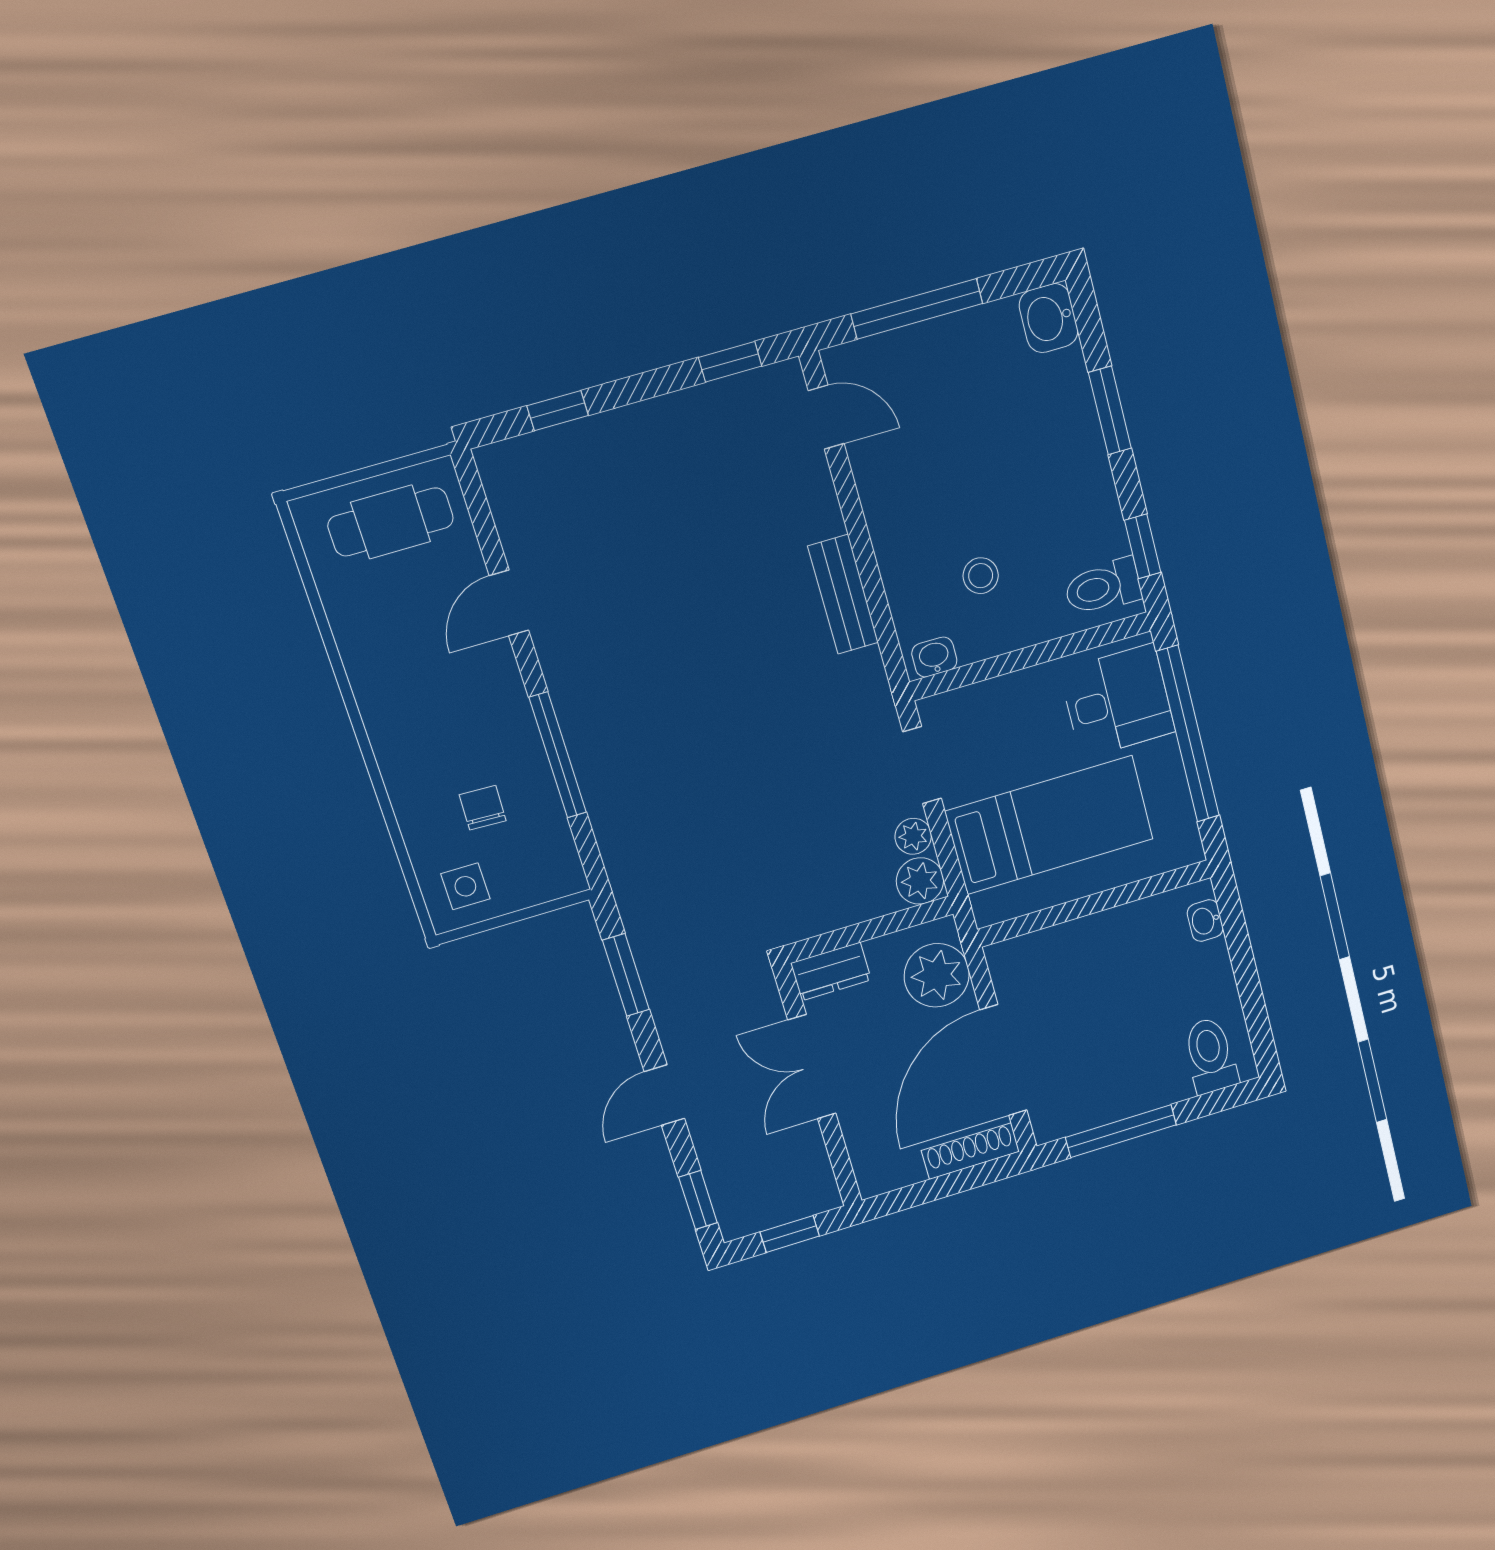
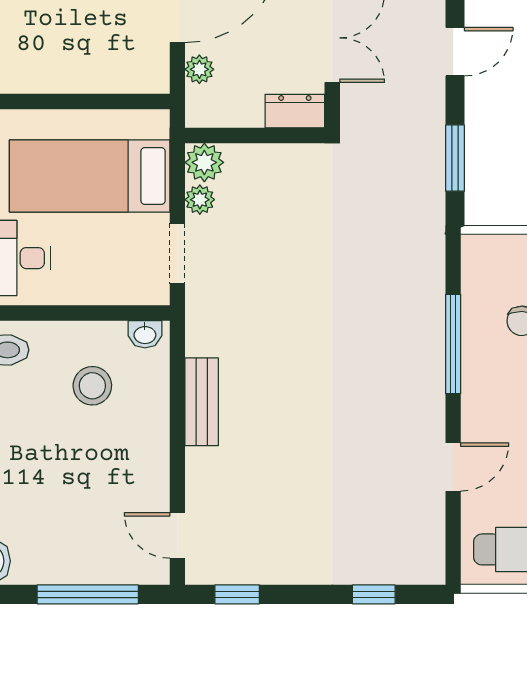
stool: (981, 576) -> (92, 386), width x1.37, depth x1.37
plant: (937, 975) -> (199, 69), width x0.53, depth x0.53

